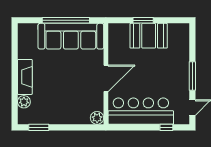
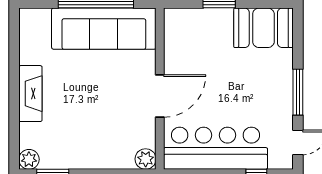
booth: (149, 36) -> (263, 28), moved
plant: (24, 102) -> (29, 159), moved

